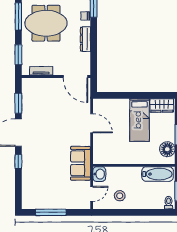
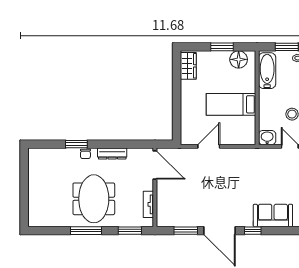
door: (75, 76) -> (155, 165), hinge flipped
bed: (139, 120) -> (231, 104), moved, turned 180
sofa: (81, 163) -> (273, 215), moved, turned 180

